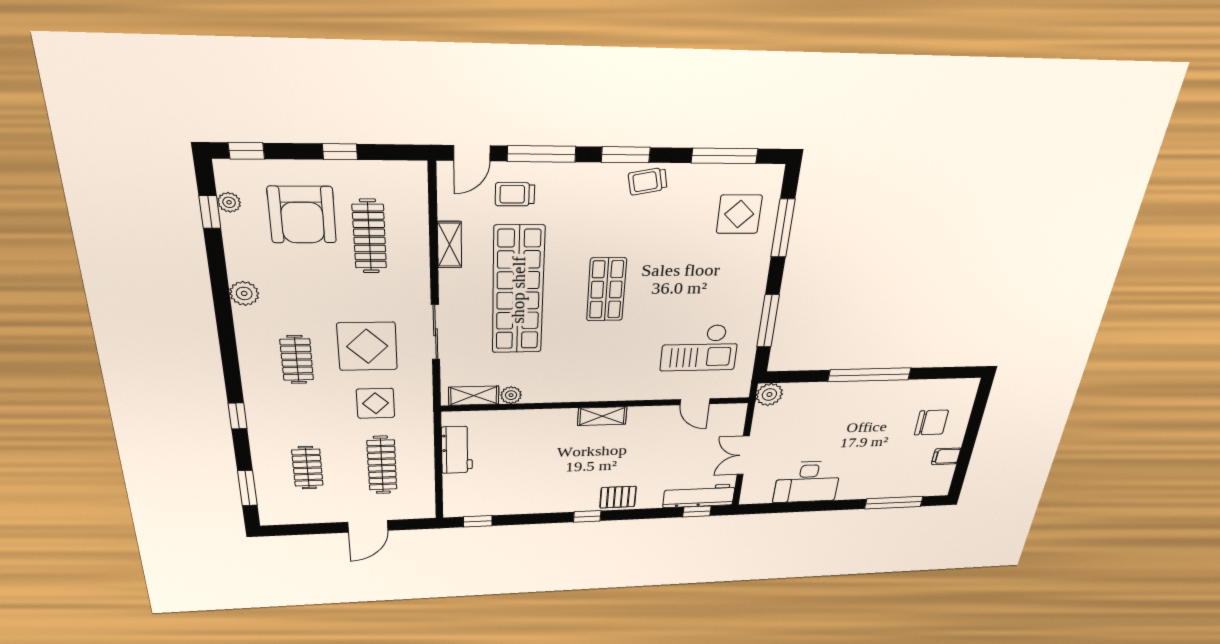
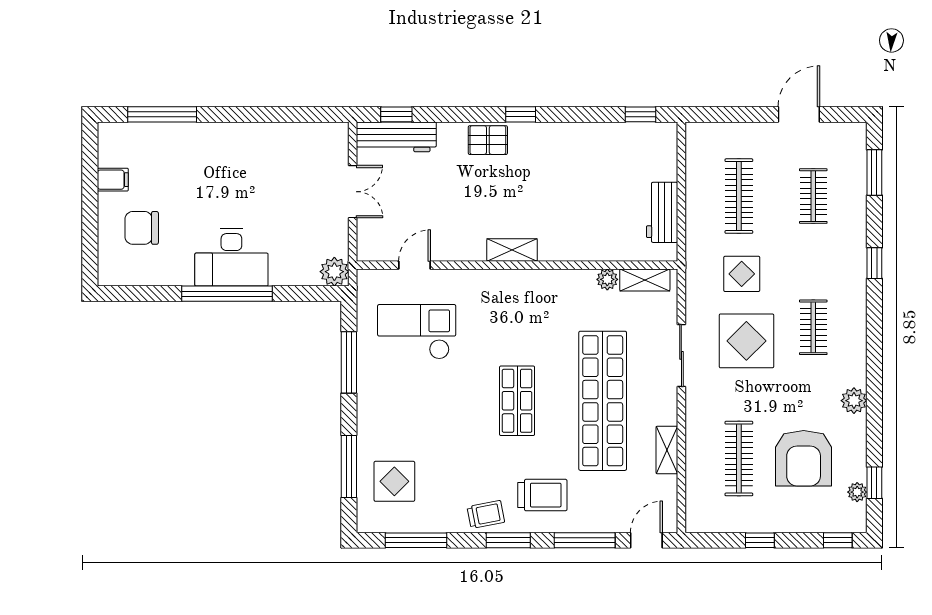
trolley: (515, 194) -> (542, 495), moved, width x1.36, depth x1.39
armchair: (302, 215) -> (804, 458), moved, turned 180
door: (695, 402) -> (415, 265), hinge flipped
desk: (807, 482) -> (231, 258), moved, turned 180
door: (368, 526) -> (799, 114), moved

